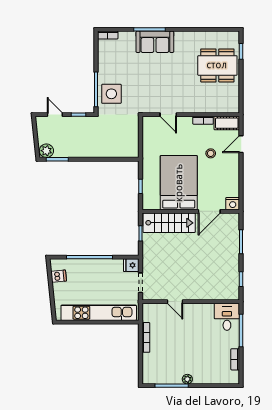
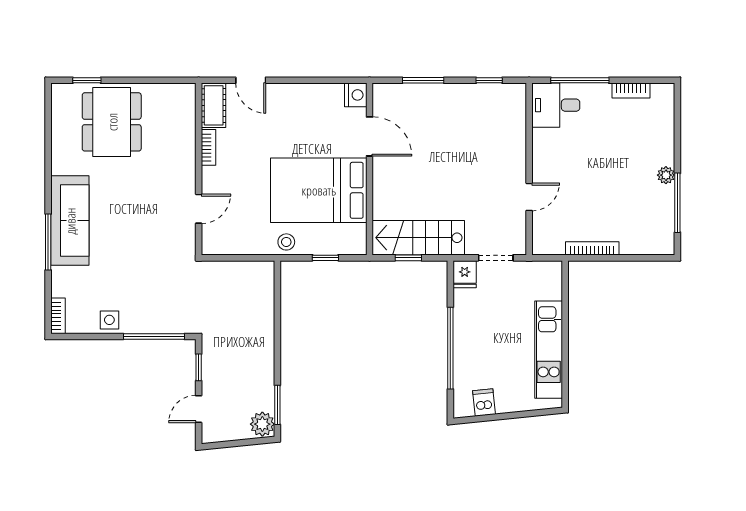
sofa: (155, 42) -> (70, 221), width x1.36
side table: (111, 94) -> (109, 320), moved, width x0.54, depth x0.54
stool: (211, 153) -> (286, 242), moved
stairs: (169, 223) -> (418, 238), moved, turned -90
kitchen unit: (99, 313) -> (549, 350), width x0.73

